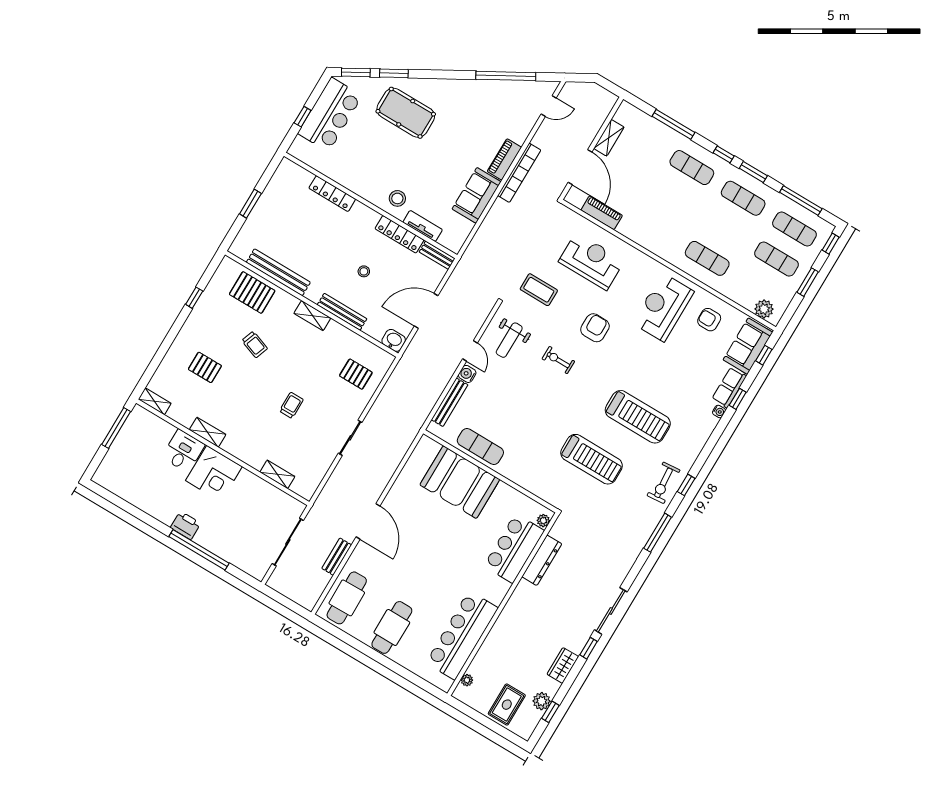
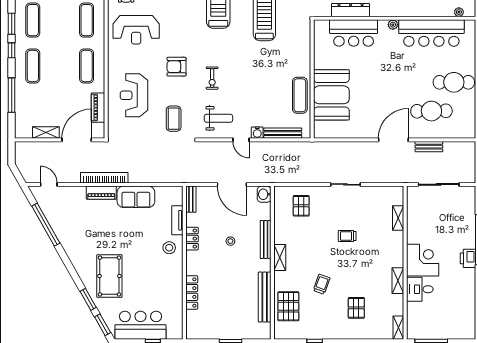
exercise mat: (656, 228) -> (87, 66), added
locker: (399, 234) -> (192, 239), width x0.66
door: (470, 351) -> (241, 140), swing flipped
plant: (543, 521) -> (393, 25), moved
cafe table: (347, 598) -> (431, 111), moved

